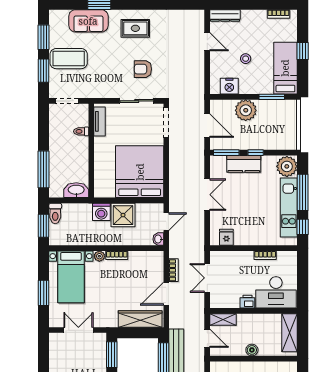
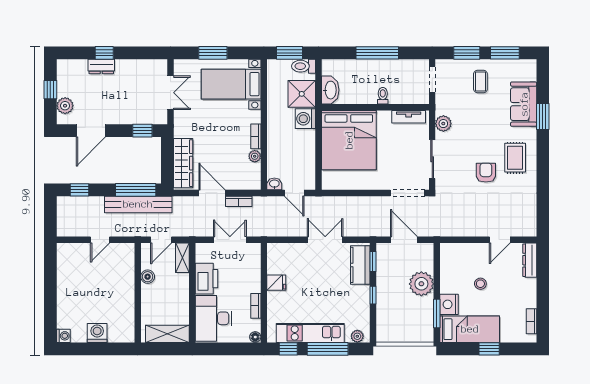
coffee table: (69, 59) -> (480, 81), width x0.54, depth x0.58
armchair: (143, 69) -> (486, 173), moved
nightstand: (229, 86) -> (449, 304), moved
plant: (105, 91) -> (443, 124), added
door: (207, 126) -> (404, 240), swing flipped
toilet: (81, 131) -> (383, 96), moved
window: (226, 153) -> (373, 262), width x0.67
kitchen counter: (244, 164) -> (360, 265), moved
plant: (287, 166) -> (357, 336), width x0.53, depth x0.53
window: (44, 169) -> (377, 53), moved
bed: (140, 172) -> (349, 140), moved, turned 90
double door: (207, 195) -> (325, 240), swing flipped
shower: (123, 215) -> (302, 94), moved
fridge: (226, 237) -> (276, 283), moved
plant: (99, 256) -> (255, 156), moved
floor lamp: (292, 256) -> (255, 337), added
printer: (247, 302) -> (206, 279), width x1.87, depth x1.48
boiler: (252, 350) -> (148, 277), moved
window: (112, 355) -> (142, 131), width x0.67

